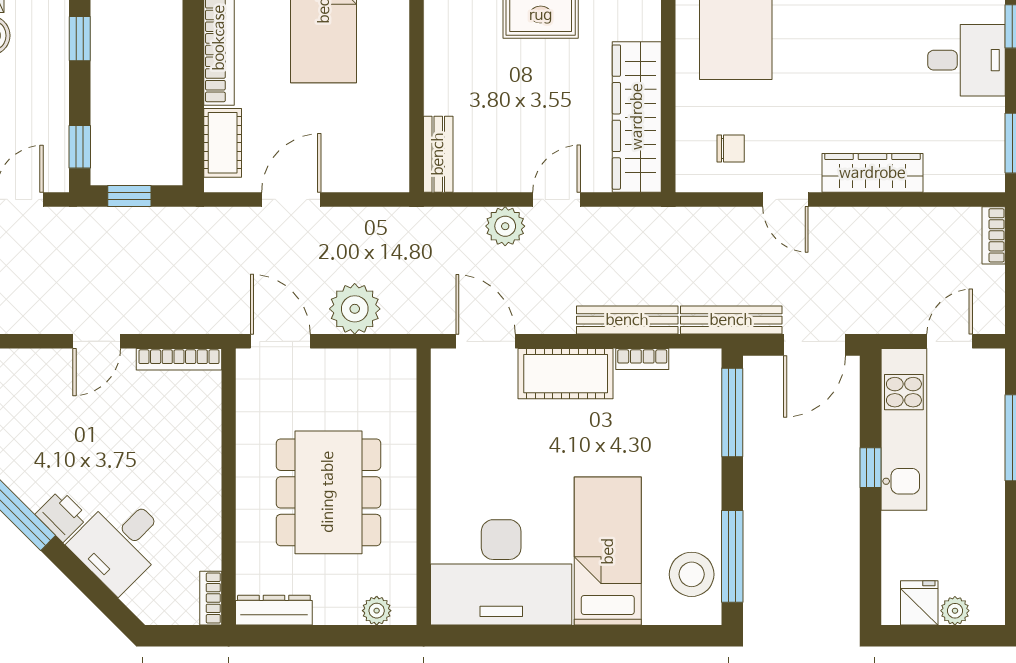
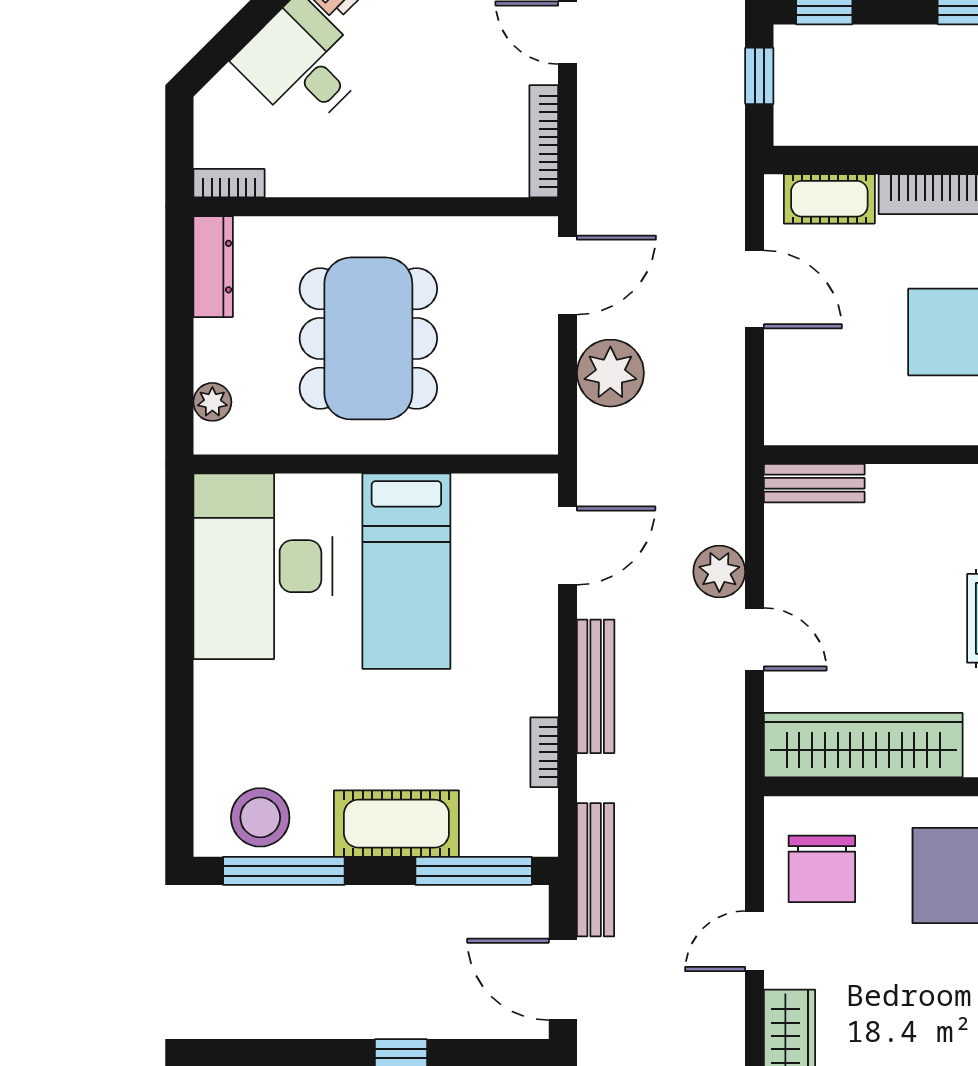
chair: (731, 148) -> (822, 869), width x1.87, depth x1.87
bench: (627, 320) -> (596, 686), moved
cot: (566, 374) -> (396, 824), moved, turned 90
dining table: (328, 492) -> (368, 338), turned 90
bed: (608, 551) -> (406, 571), moved, turned 90

